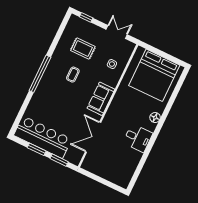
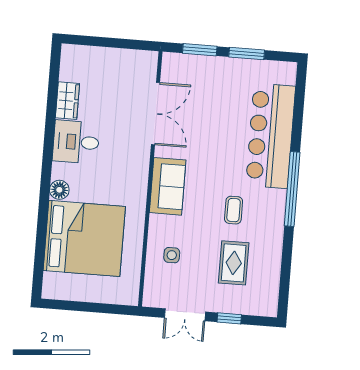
window: (86, 17) -> (229, 318), moved
rug: (83, 48) -> (234, 263), turned 90
bed: (154, 75) -> (84, 238), moved, turned 90
bar counter: (43, 137) -> (271, 136), moved, turned 90
wardrobe: (134, 160) -> (67, 101), added

